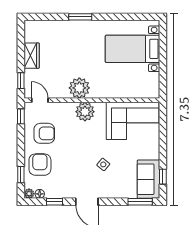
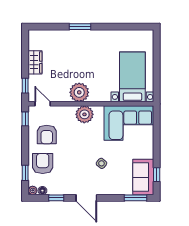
bed with nightstands: (132, 49) -> (132, 77), moved, turned 90
armchair: (44, 133) -> (47, 135), turned 90

